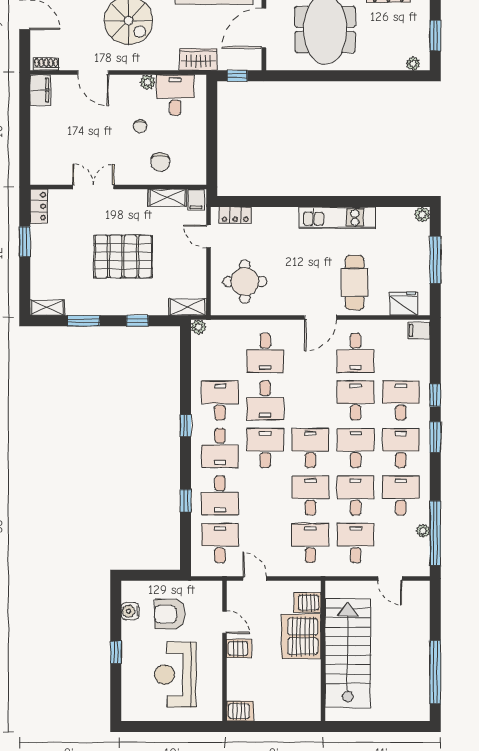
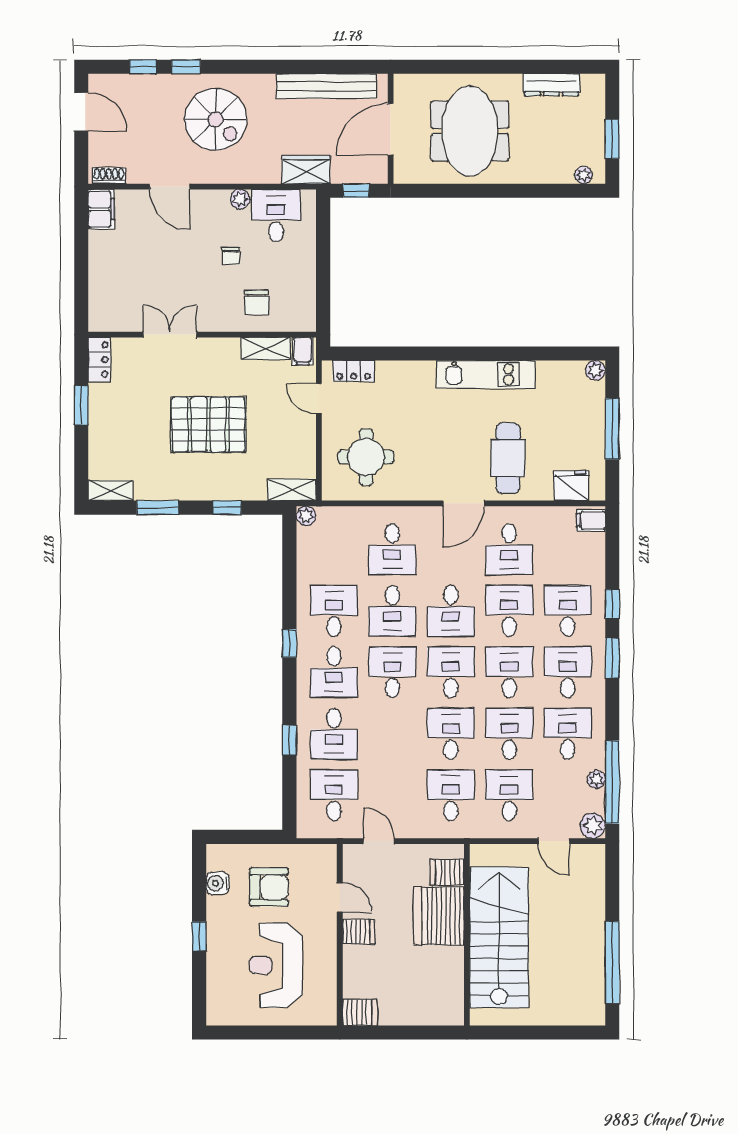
desk: (310, 400) -> (451, 611), added
plant: (420, 567) -> (593, 826), added
armchair: (170, 614) -> (269, 887), turned 180

